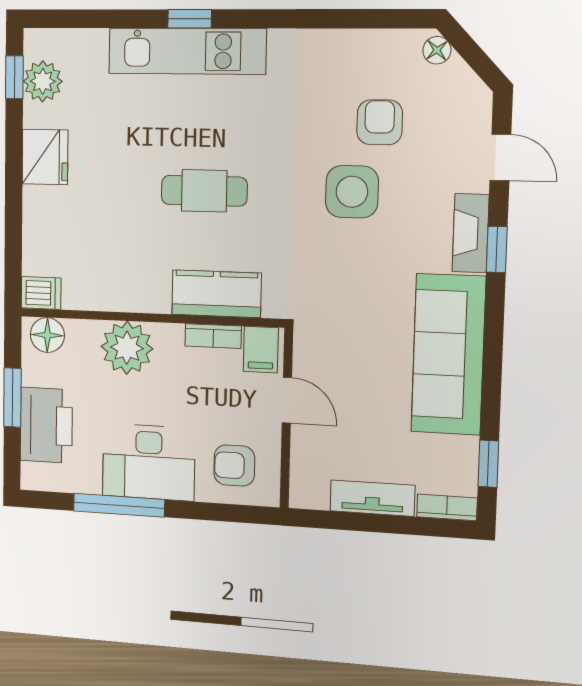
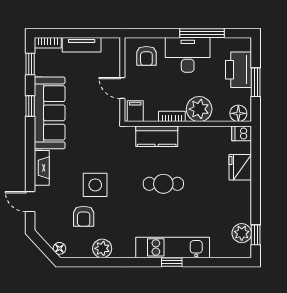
plant: (341, 50) -> (102, 248), added
fridge: (45, 157) -> (240, 167), moved
window: (497, 249) -> (30, 106), moved
bookcase: (213, 336) -> (172, 116), moved
armchair: (234, 465) -> (146, 56), turned 90

